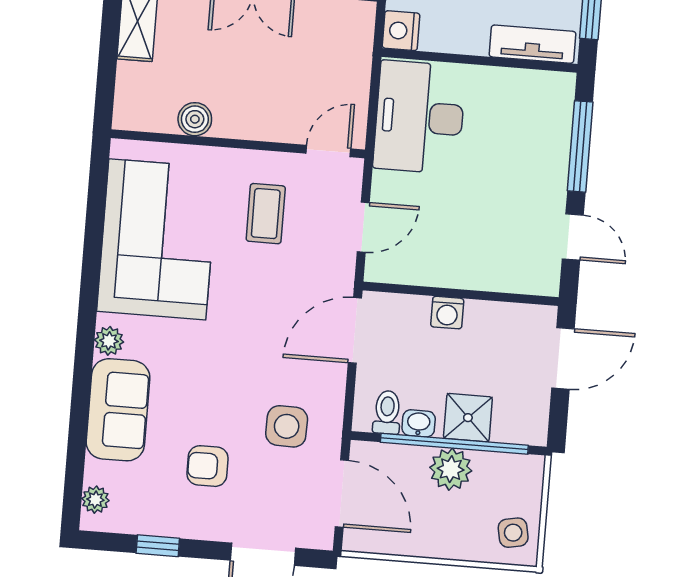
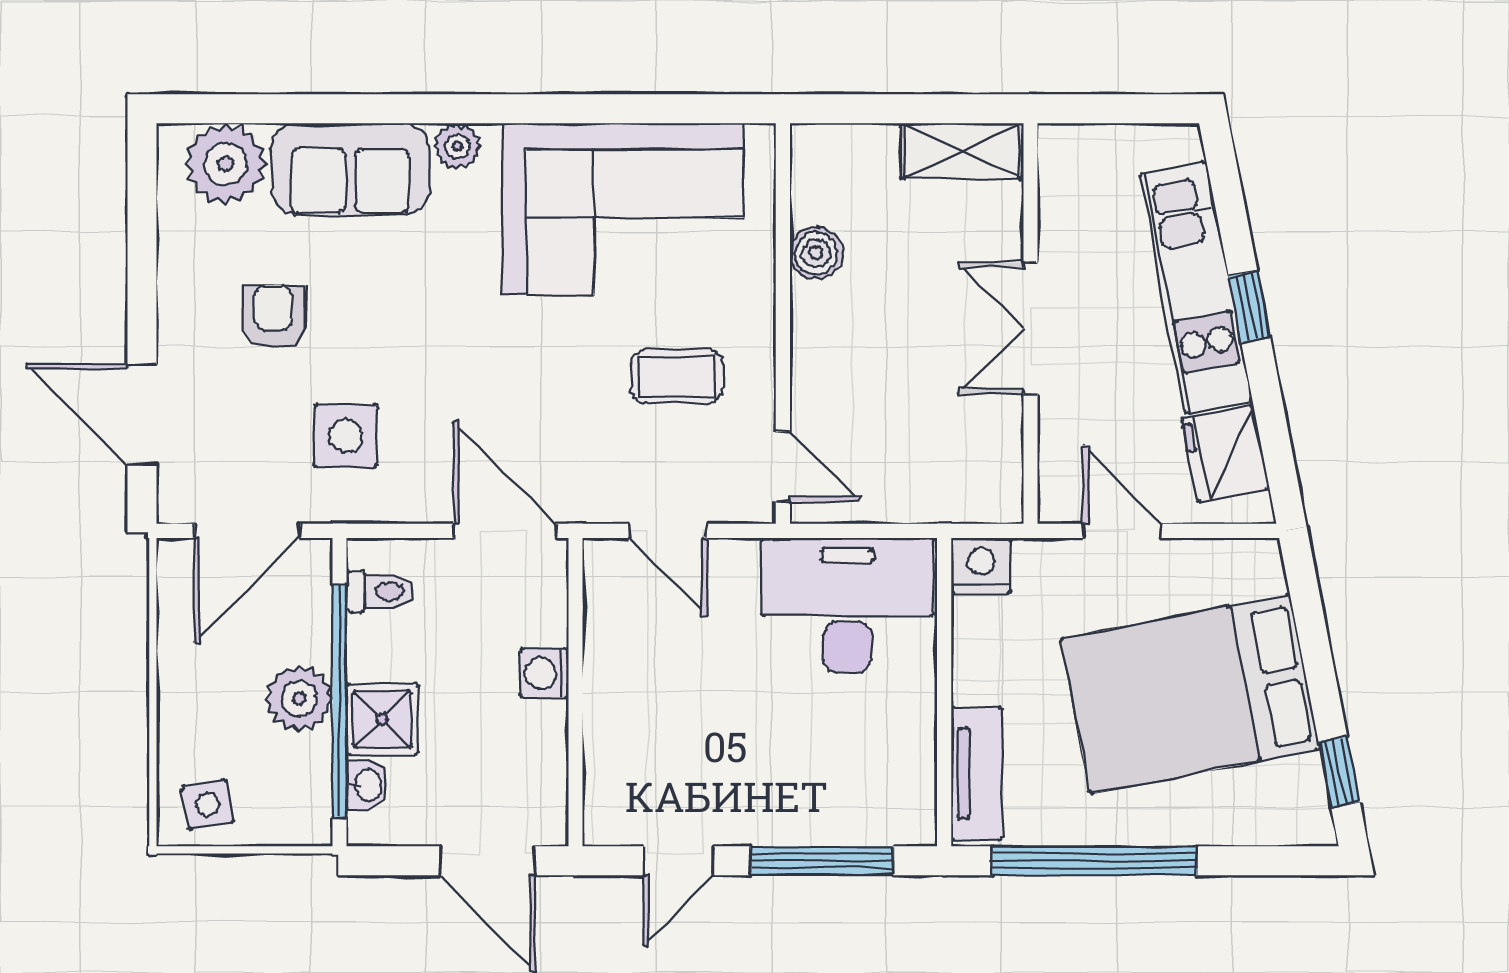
washbasin: (419, 423) -> (367, 785), moved
plant: (95, 500) -> (225, 164), width x1.88, depth x1.88
window: (158, 546) -> (142, 249), removed

